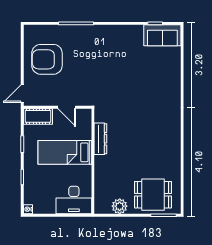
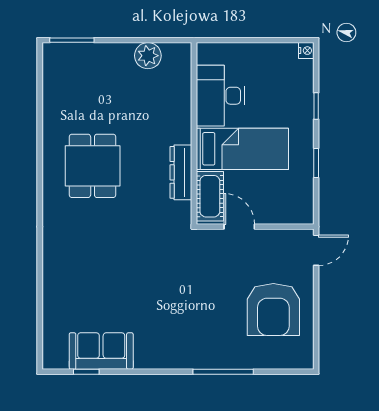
sofa: (162, 35) -> (101, 351), moved
armchair: (47, 59) -> (273, 310), turned 90
cot: (38, 116) -> (210, 196), moved, turned 90
dining table: (153, 195) -> (93, 166), moved, turned 90
desk: (74, 200) -> (220, 96), moved, turned -90

